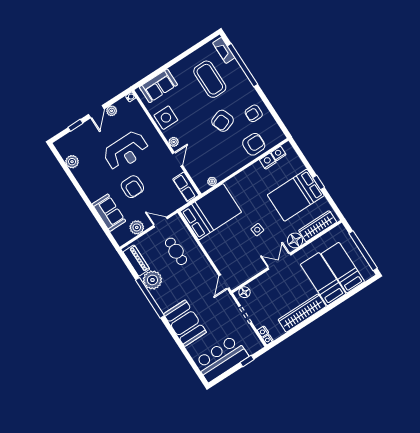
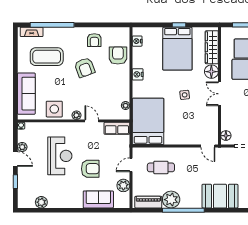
sofa: (158, 86) -> (26, 94), width x1.36
nightstand: (268, 161) -> (138, 74), moved

